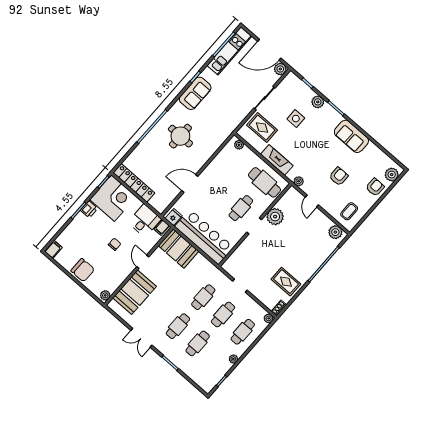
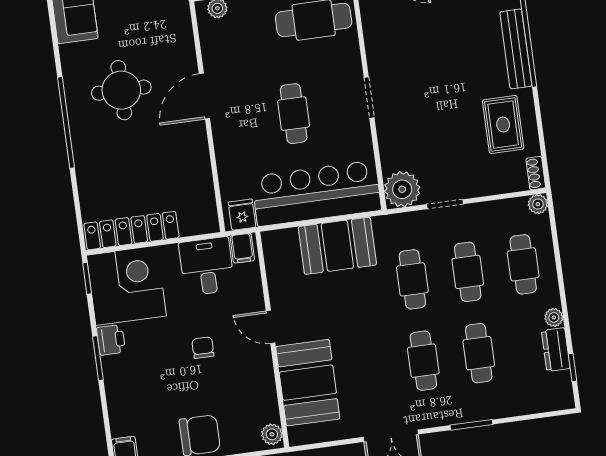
door: (190, 183) -> (204, 96), moved
cafe table: (241, 208) -> (294, 114), moved
plant: (275, 217) -> (402, 189), moved
booth: (178, 249) -> (337, 246), moved
bench: (317, 263) -> (516, 49), added
rug: (286, 282) -> (503, 125), turned 90
dresser: (223, 370) -> (556, 350), added

